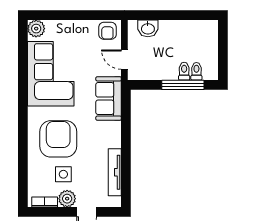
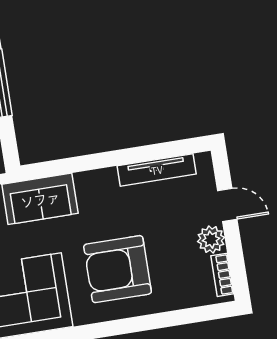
side table: (63, 174) -> (173, 252), removed

